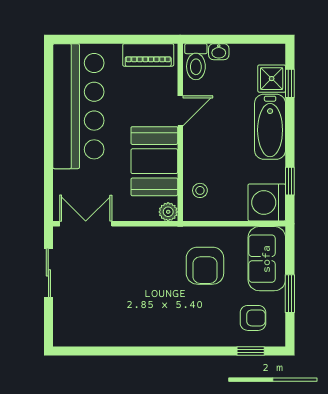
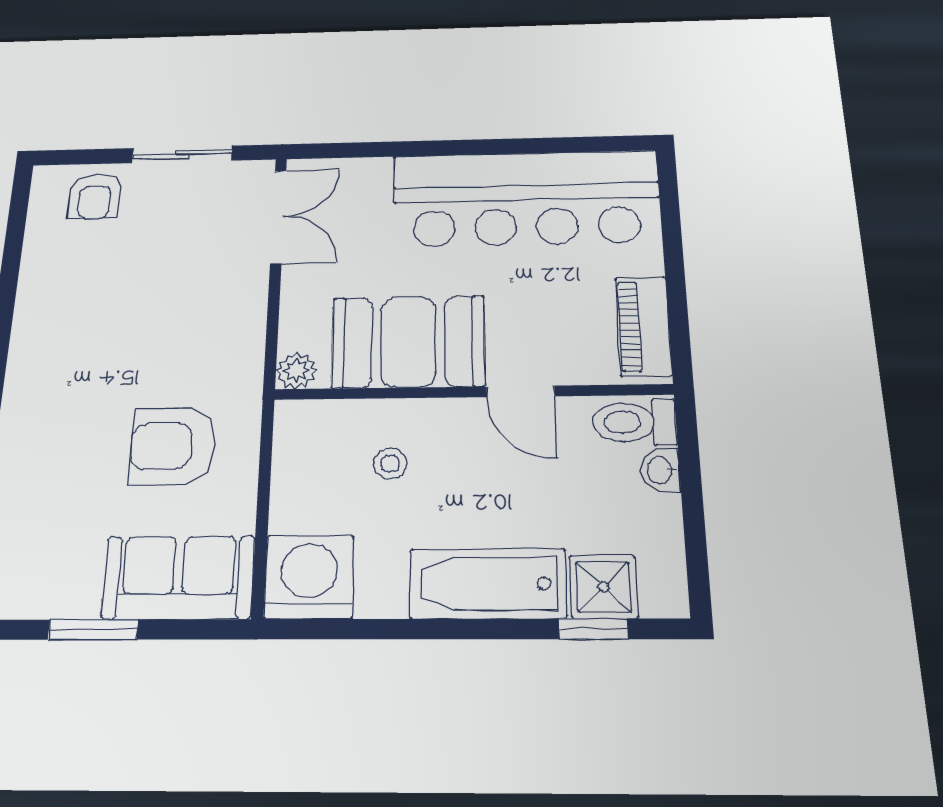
window: (290, 181) -> (358, 629), removed
stool: (200, 190) -> (390, 464), moved
armchair: (253, 318) -> (95, 196), moved

